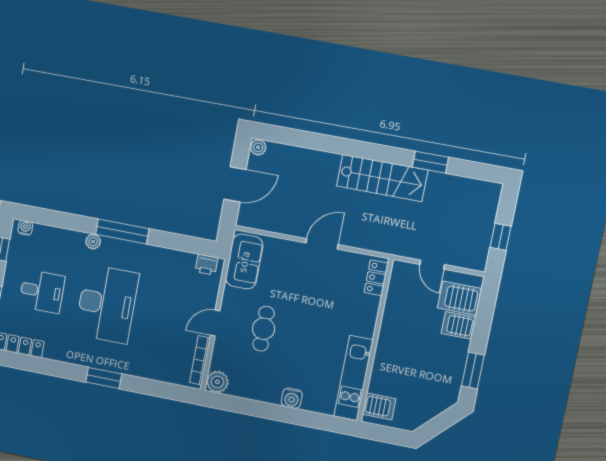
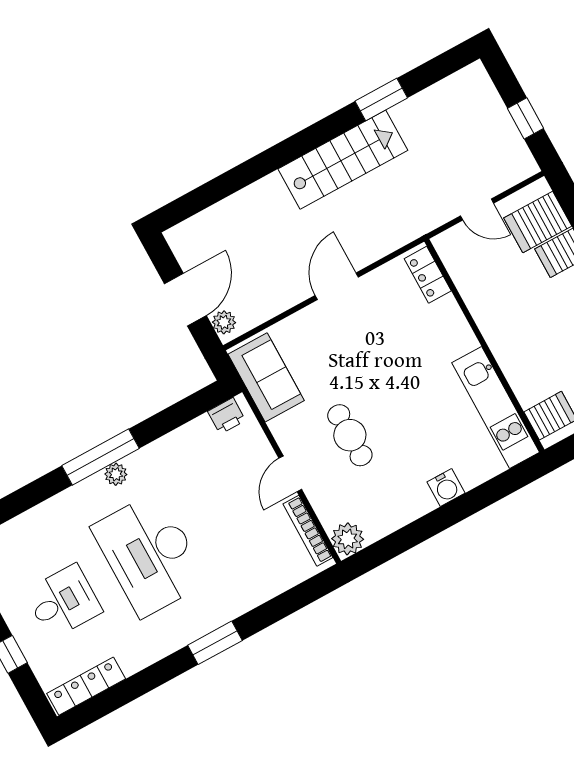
plant: (258, 147) -> (224, 322), moved
plant: (93, 242) -> (116, 474), moved
desk: (107, 304) -> (150, 554), turned 180

